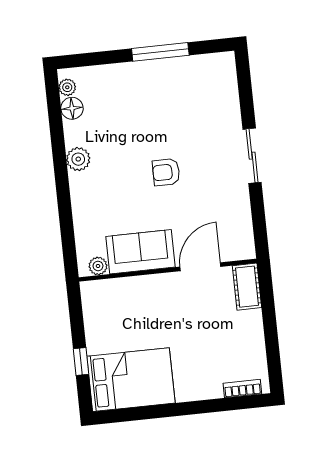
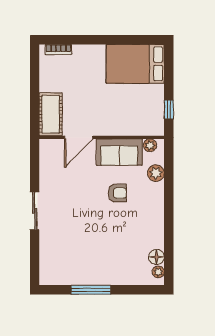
plant: (78, 159) -> (156, 173), moved
armchair: (166, 172) -> (117, 193), moved
cot: (247, 287) -> (51, 114), width x1.37, depth x1.34
window: (81, 362) -> (169, 110), moved

